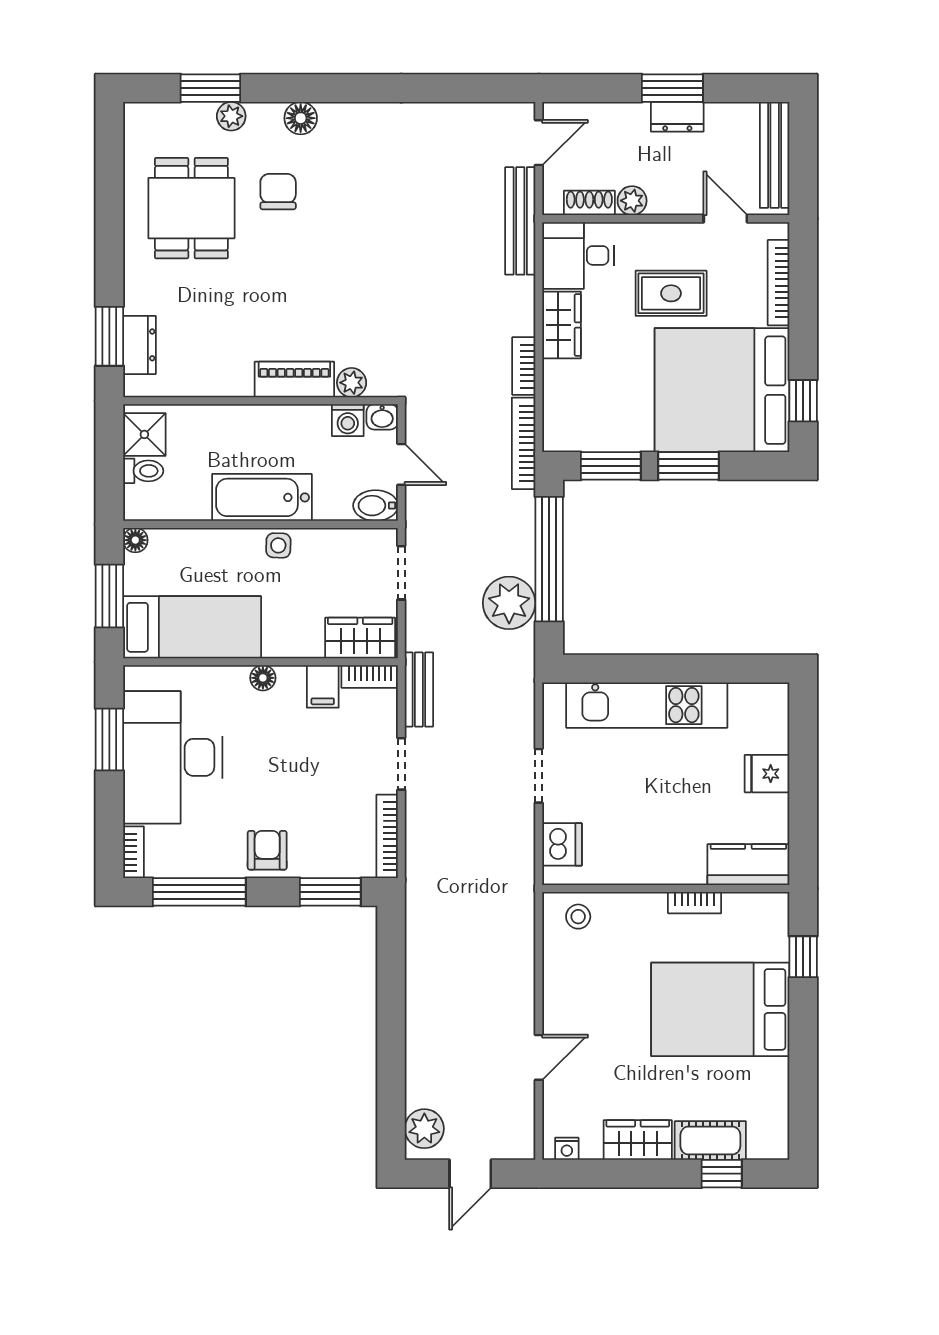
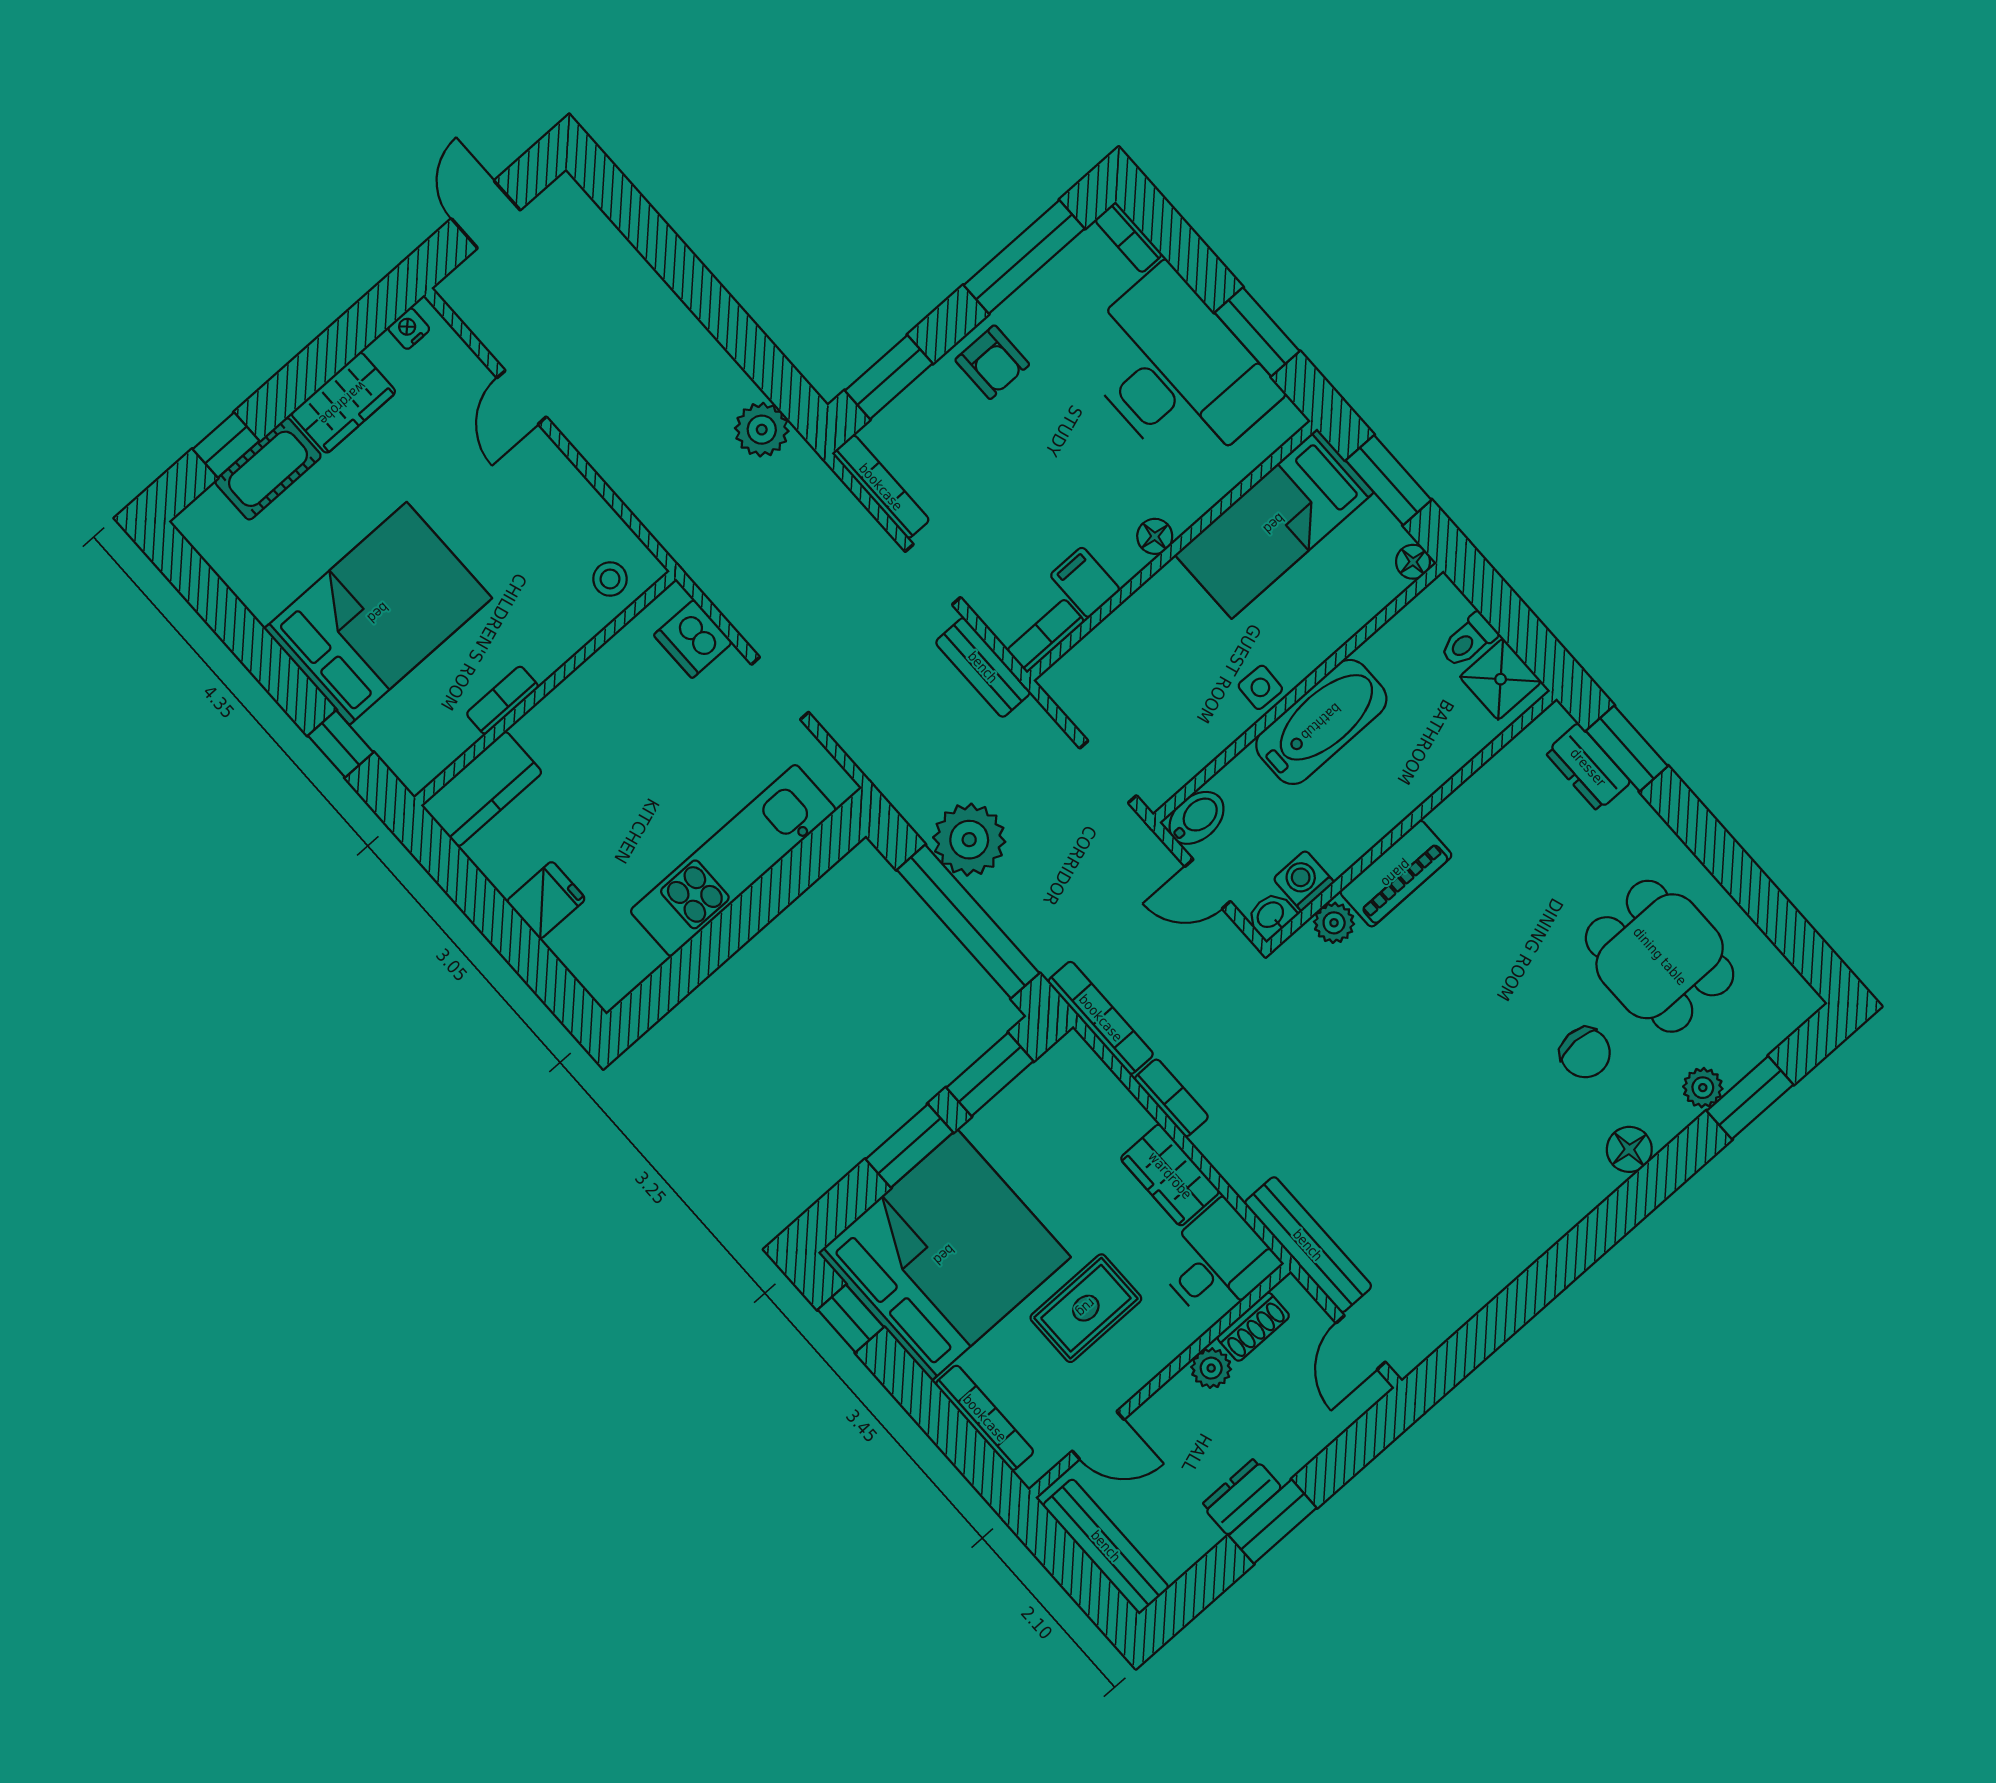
wardrobe: (360, 638) -> (1091, 667), removed
plant: (424, 1129) -> (762, 430), moved

